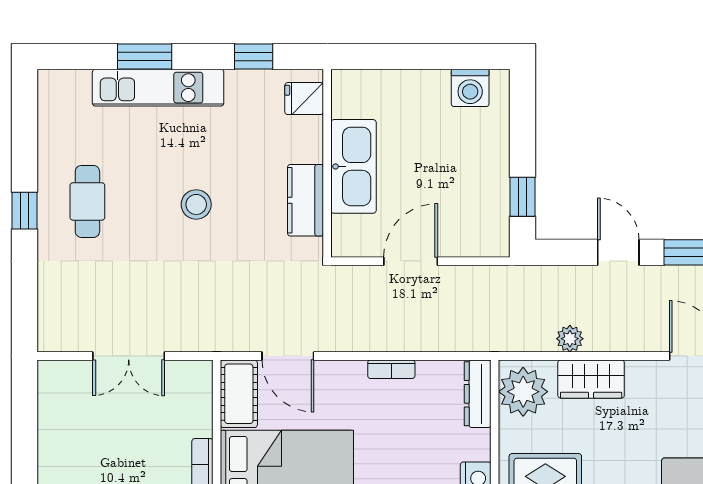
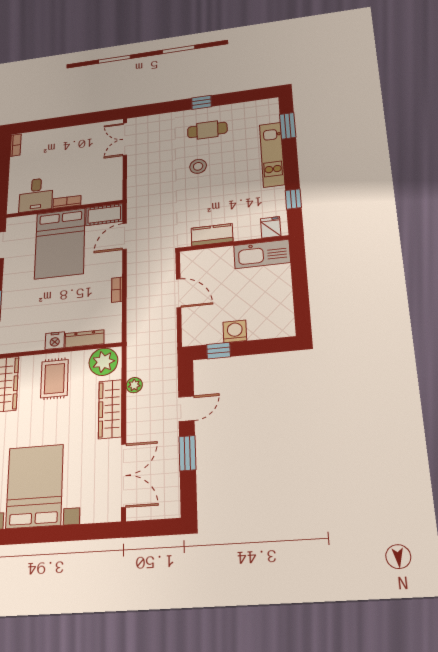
window: (145, 56) -> (288, 126), moved
washing machine: (470, 88) -> (235, 331), moved, turned 90
kitchen sink: (354, 166) -> (262, 254), moved
stool: (196, 204) -> (198, 166), moved
double door: (129, 356) -> (125, 139), moved
wardrobe: (591, 379) -> (110, 409), width x1.50
dresser: (478, 394) -> (85, 339), moved

